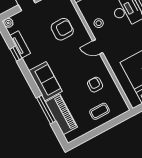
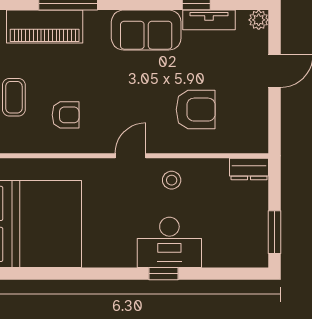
armchair: (62, 29) -> (196, 110), turned -90
sofa: (45, 81) -> (146, 30), moved

